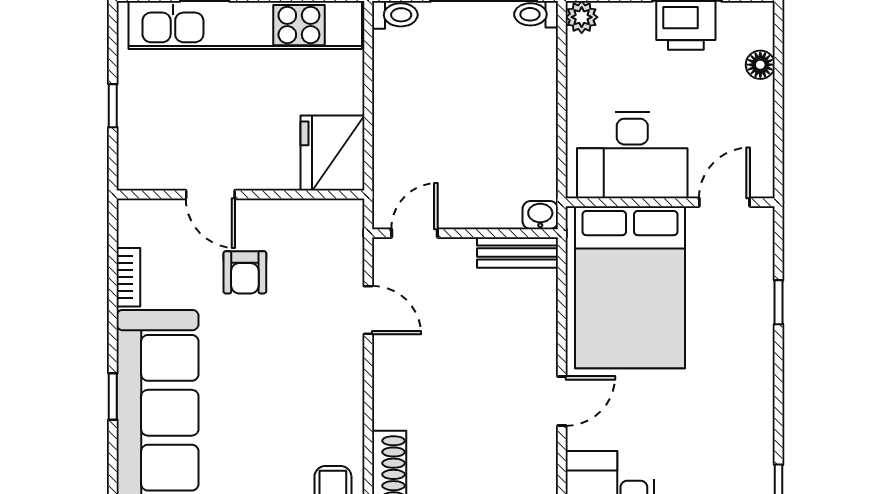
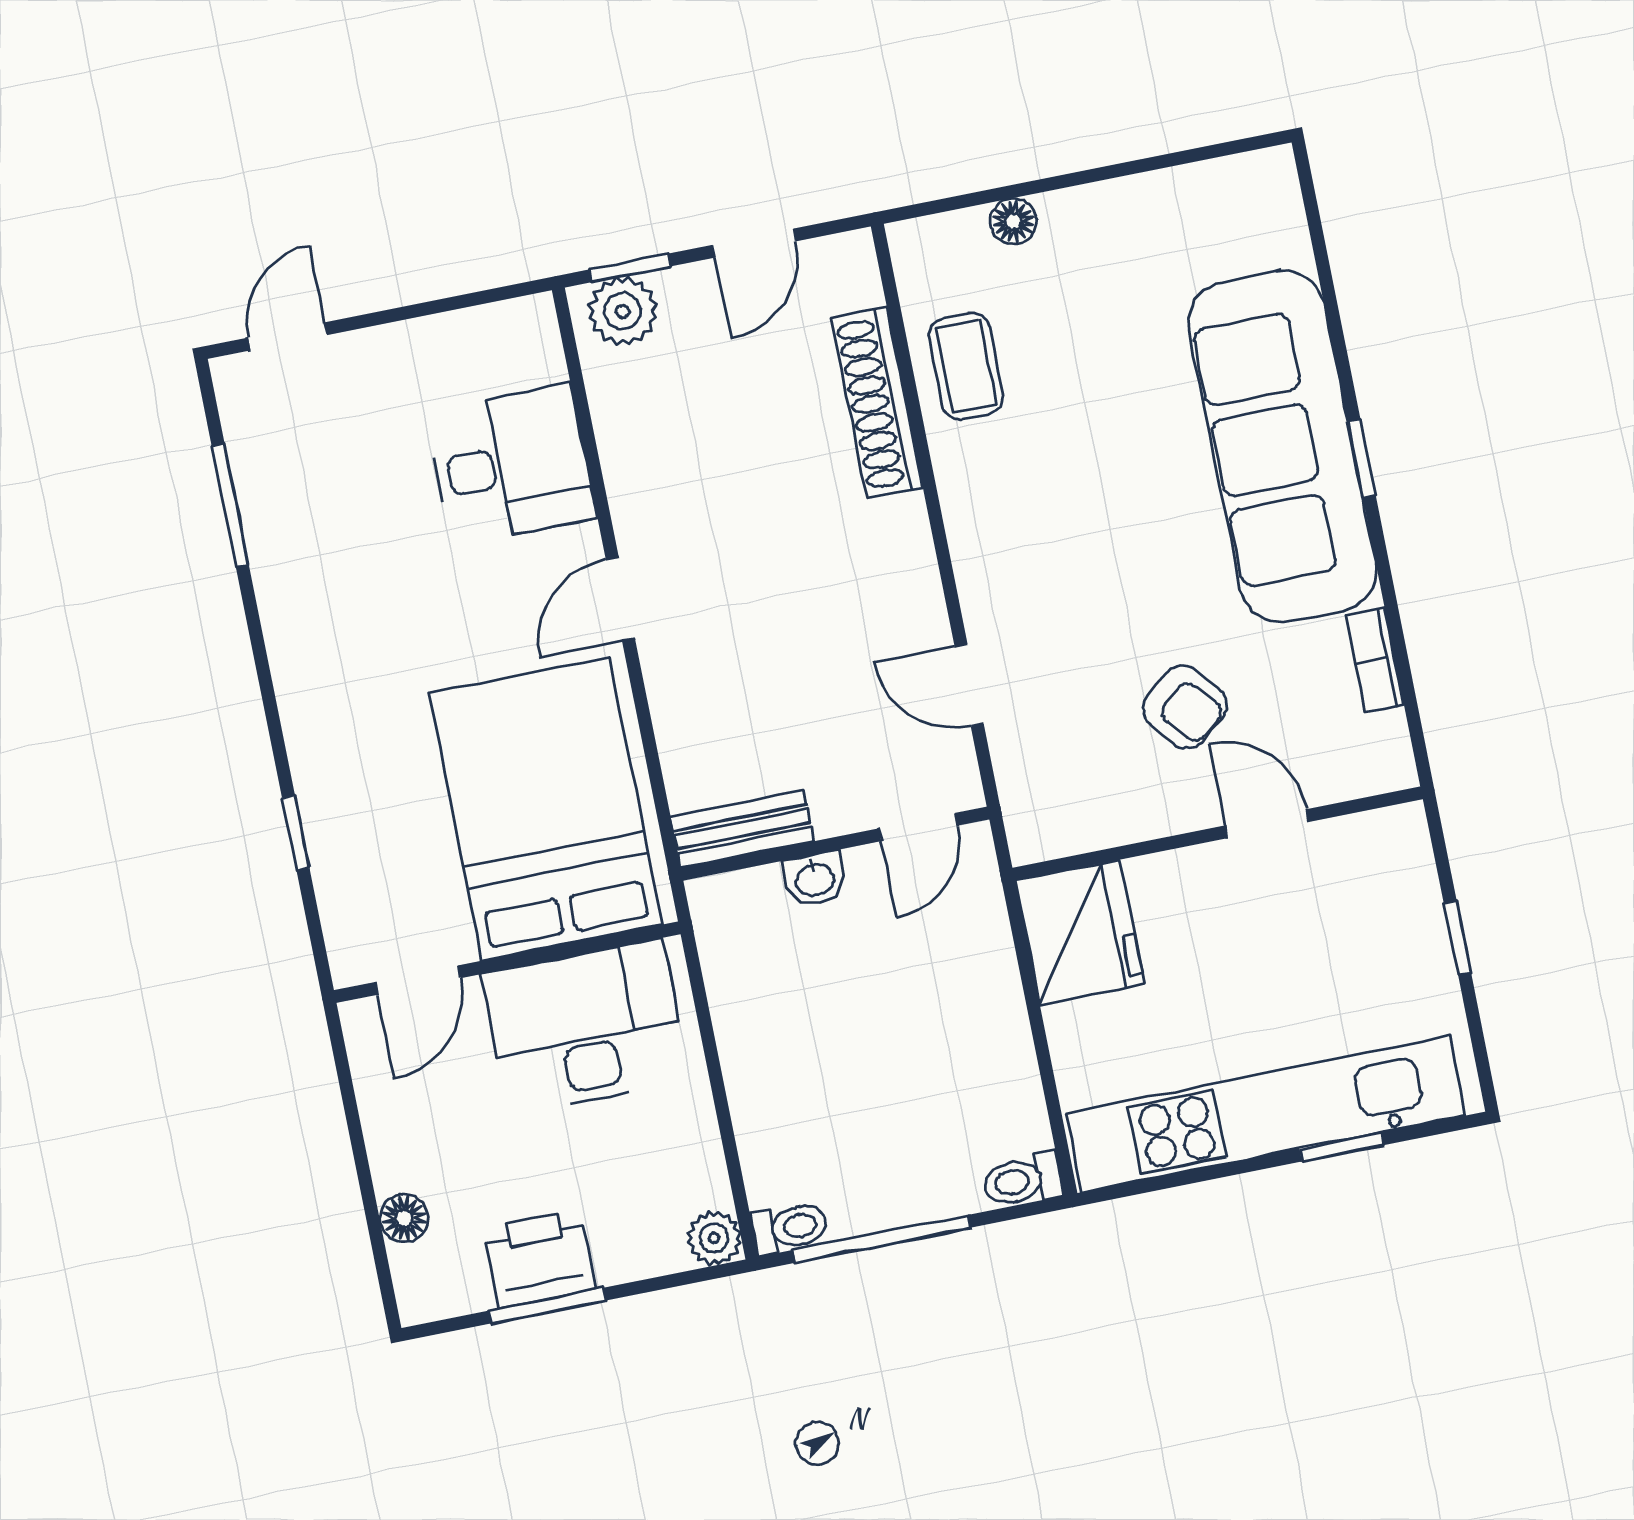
washbasin: (540, 215) -> (815, 879), moved
armchair: (245, 272) -> (1185, 707), turned 140

